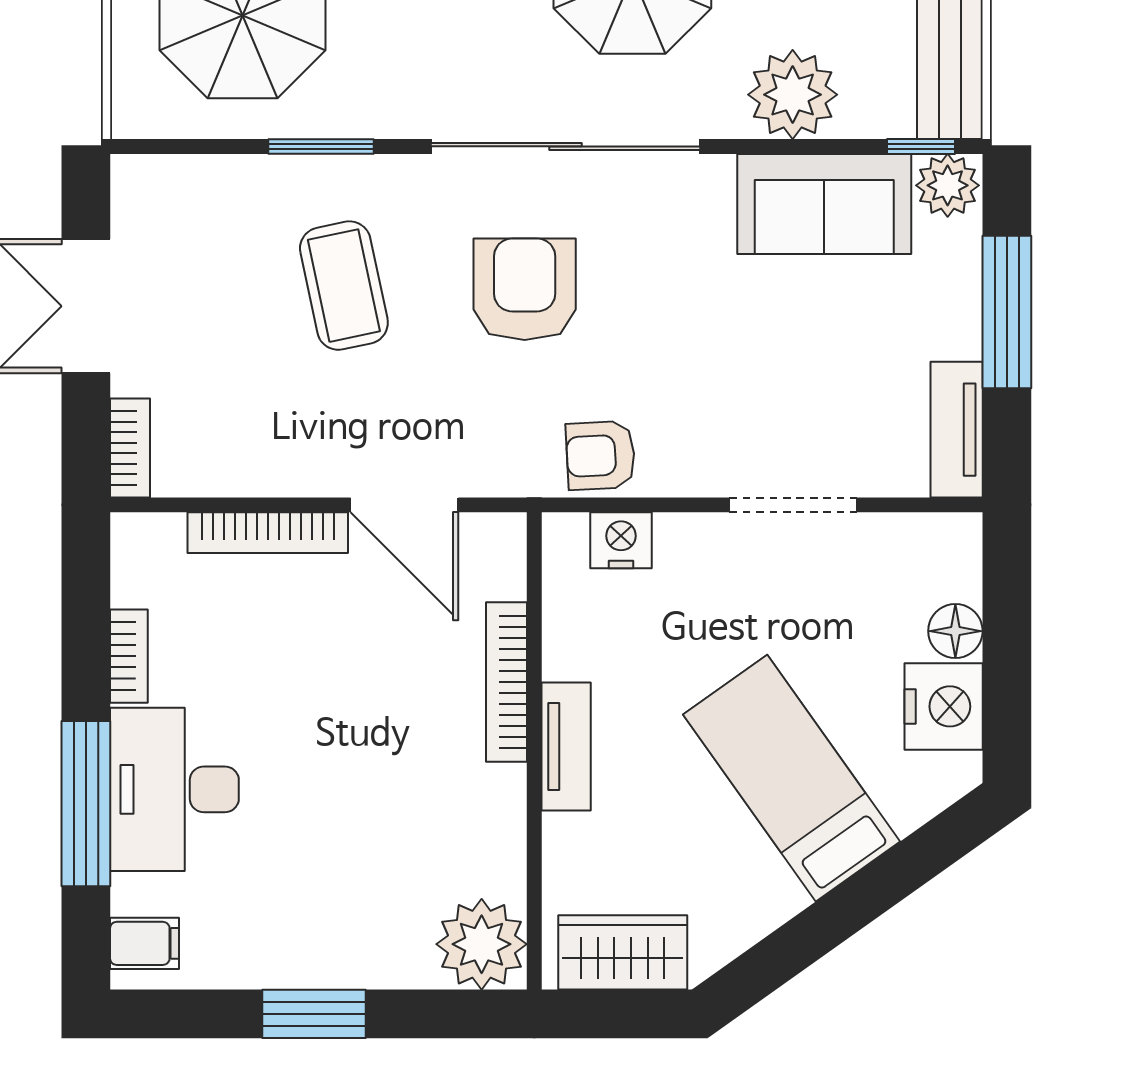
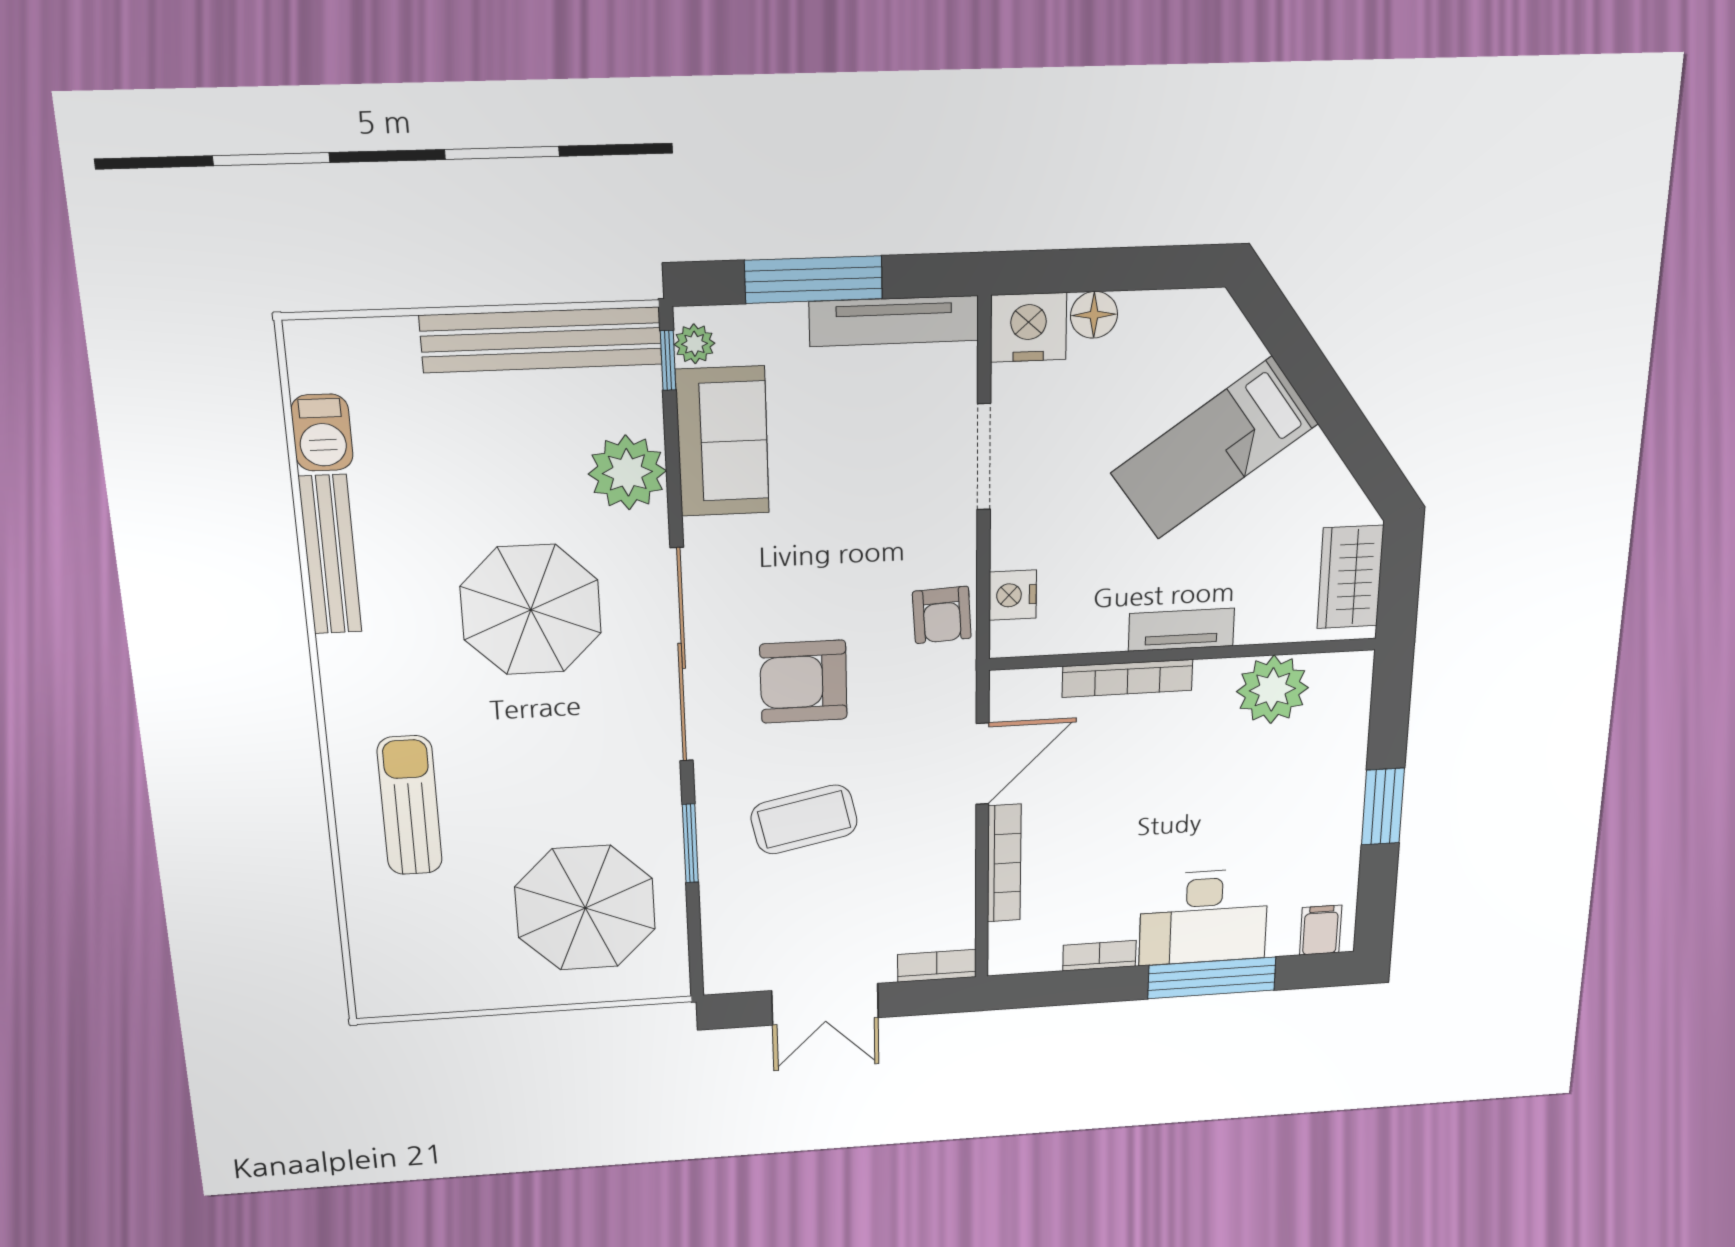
plant: (948, 185) -> (695, 344), width x0.73, depth x0.73
tv unit: (957, 430) -> (894, 321), width x1.41
nightstand: (944, 706) -> (1029, 327), moved
plant: (482, 944) -> (1272, 690), moved

